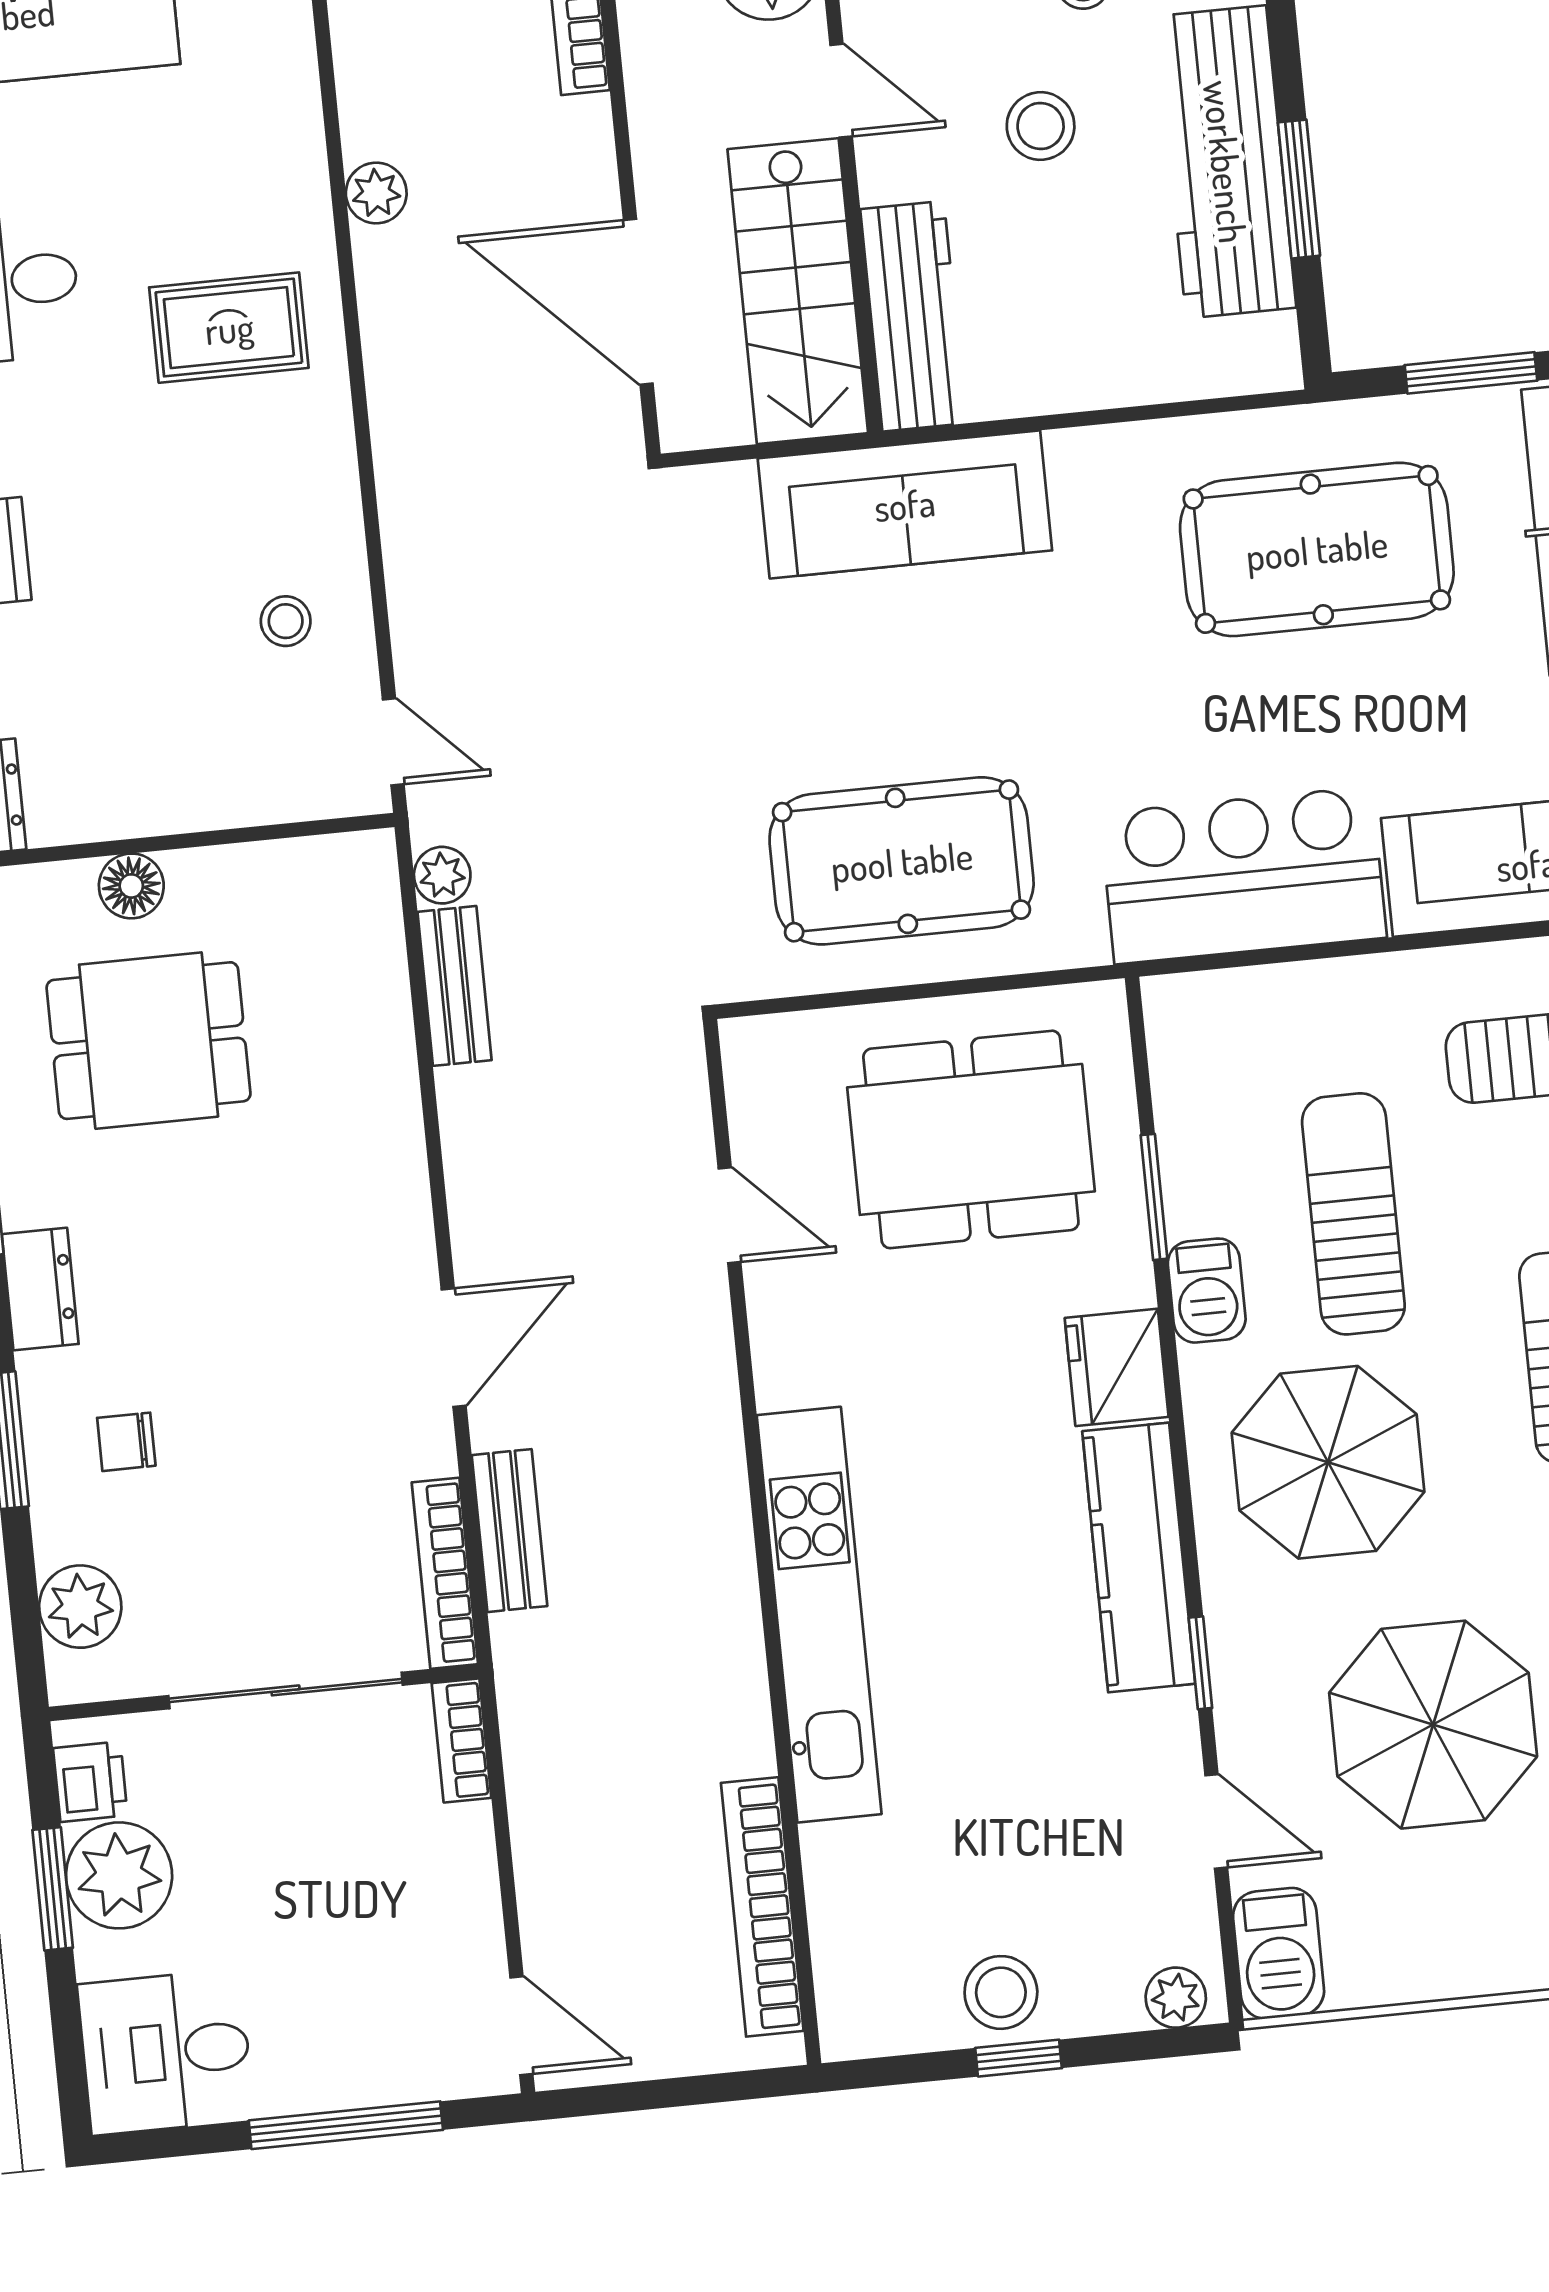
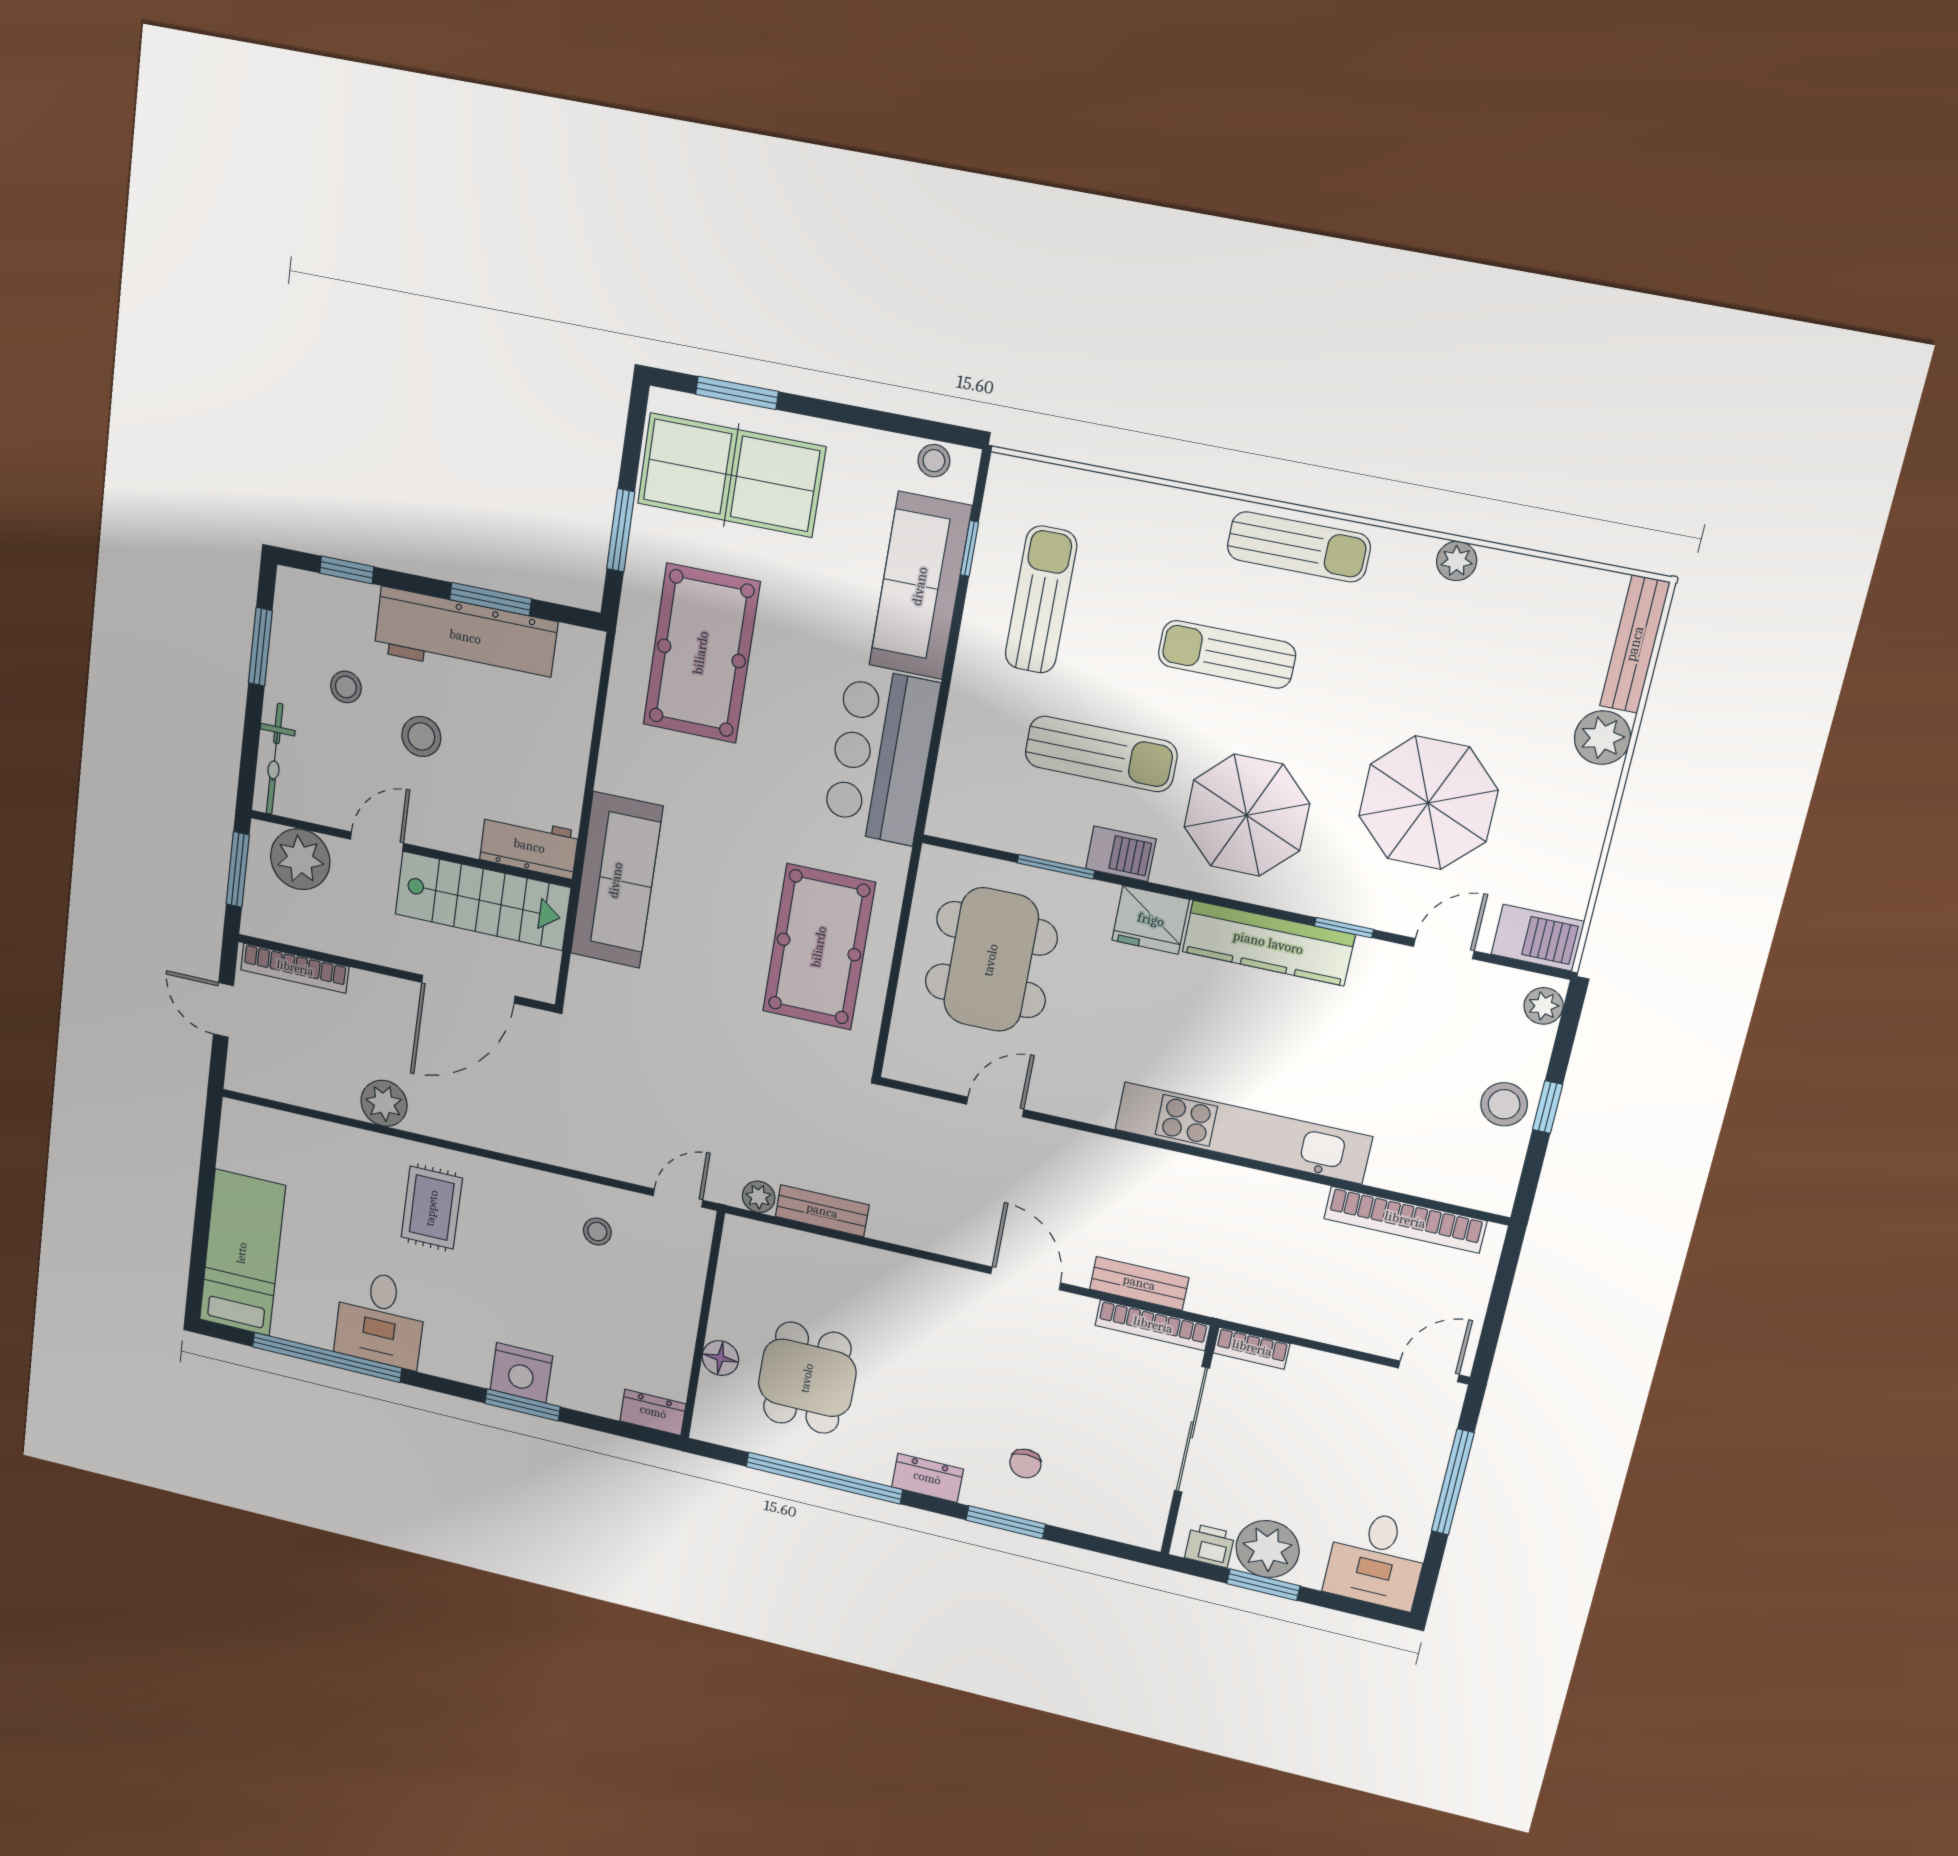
plant: (376, 193) -> (384, 1103), width x1.38, depth x1.38
workbench: (913, 316) -> (529, 846), width x0.73
sun lounger: (1353, 1214) -> (1101, 754), turned 180
plant: (80, 1607) -> (1110, 1517), removed

